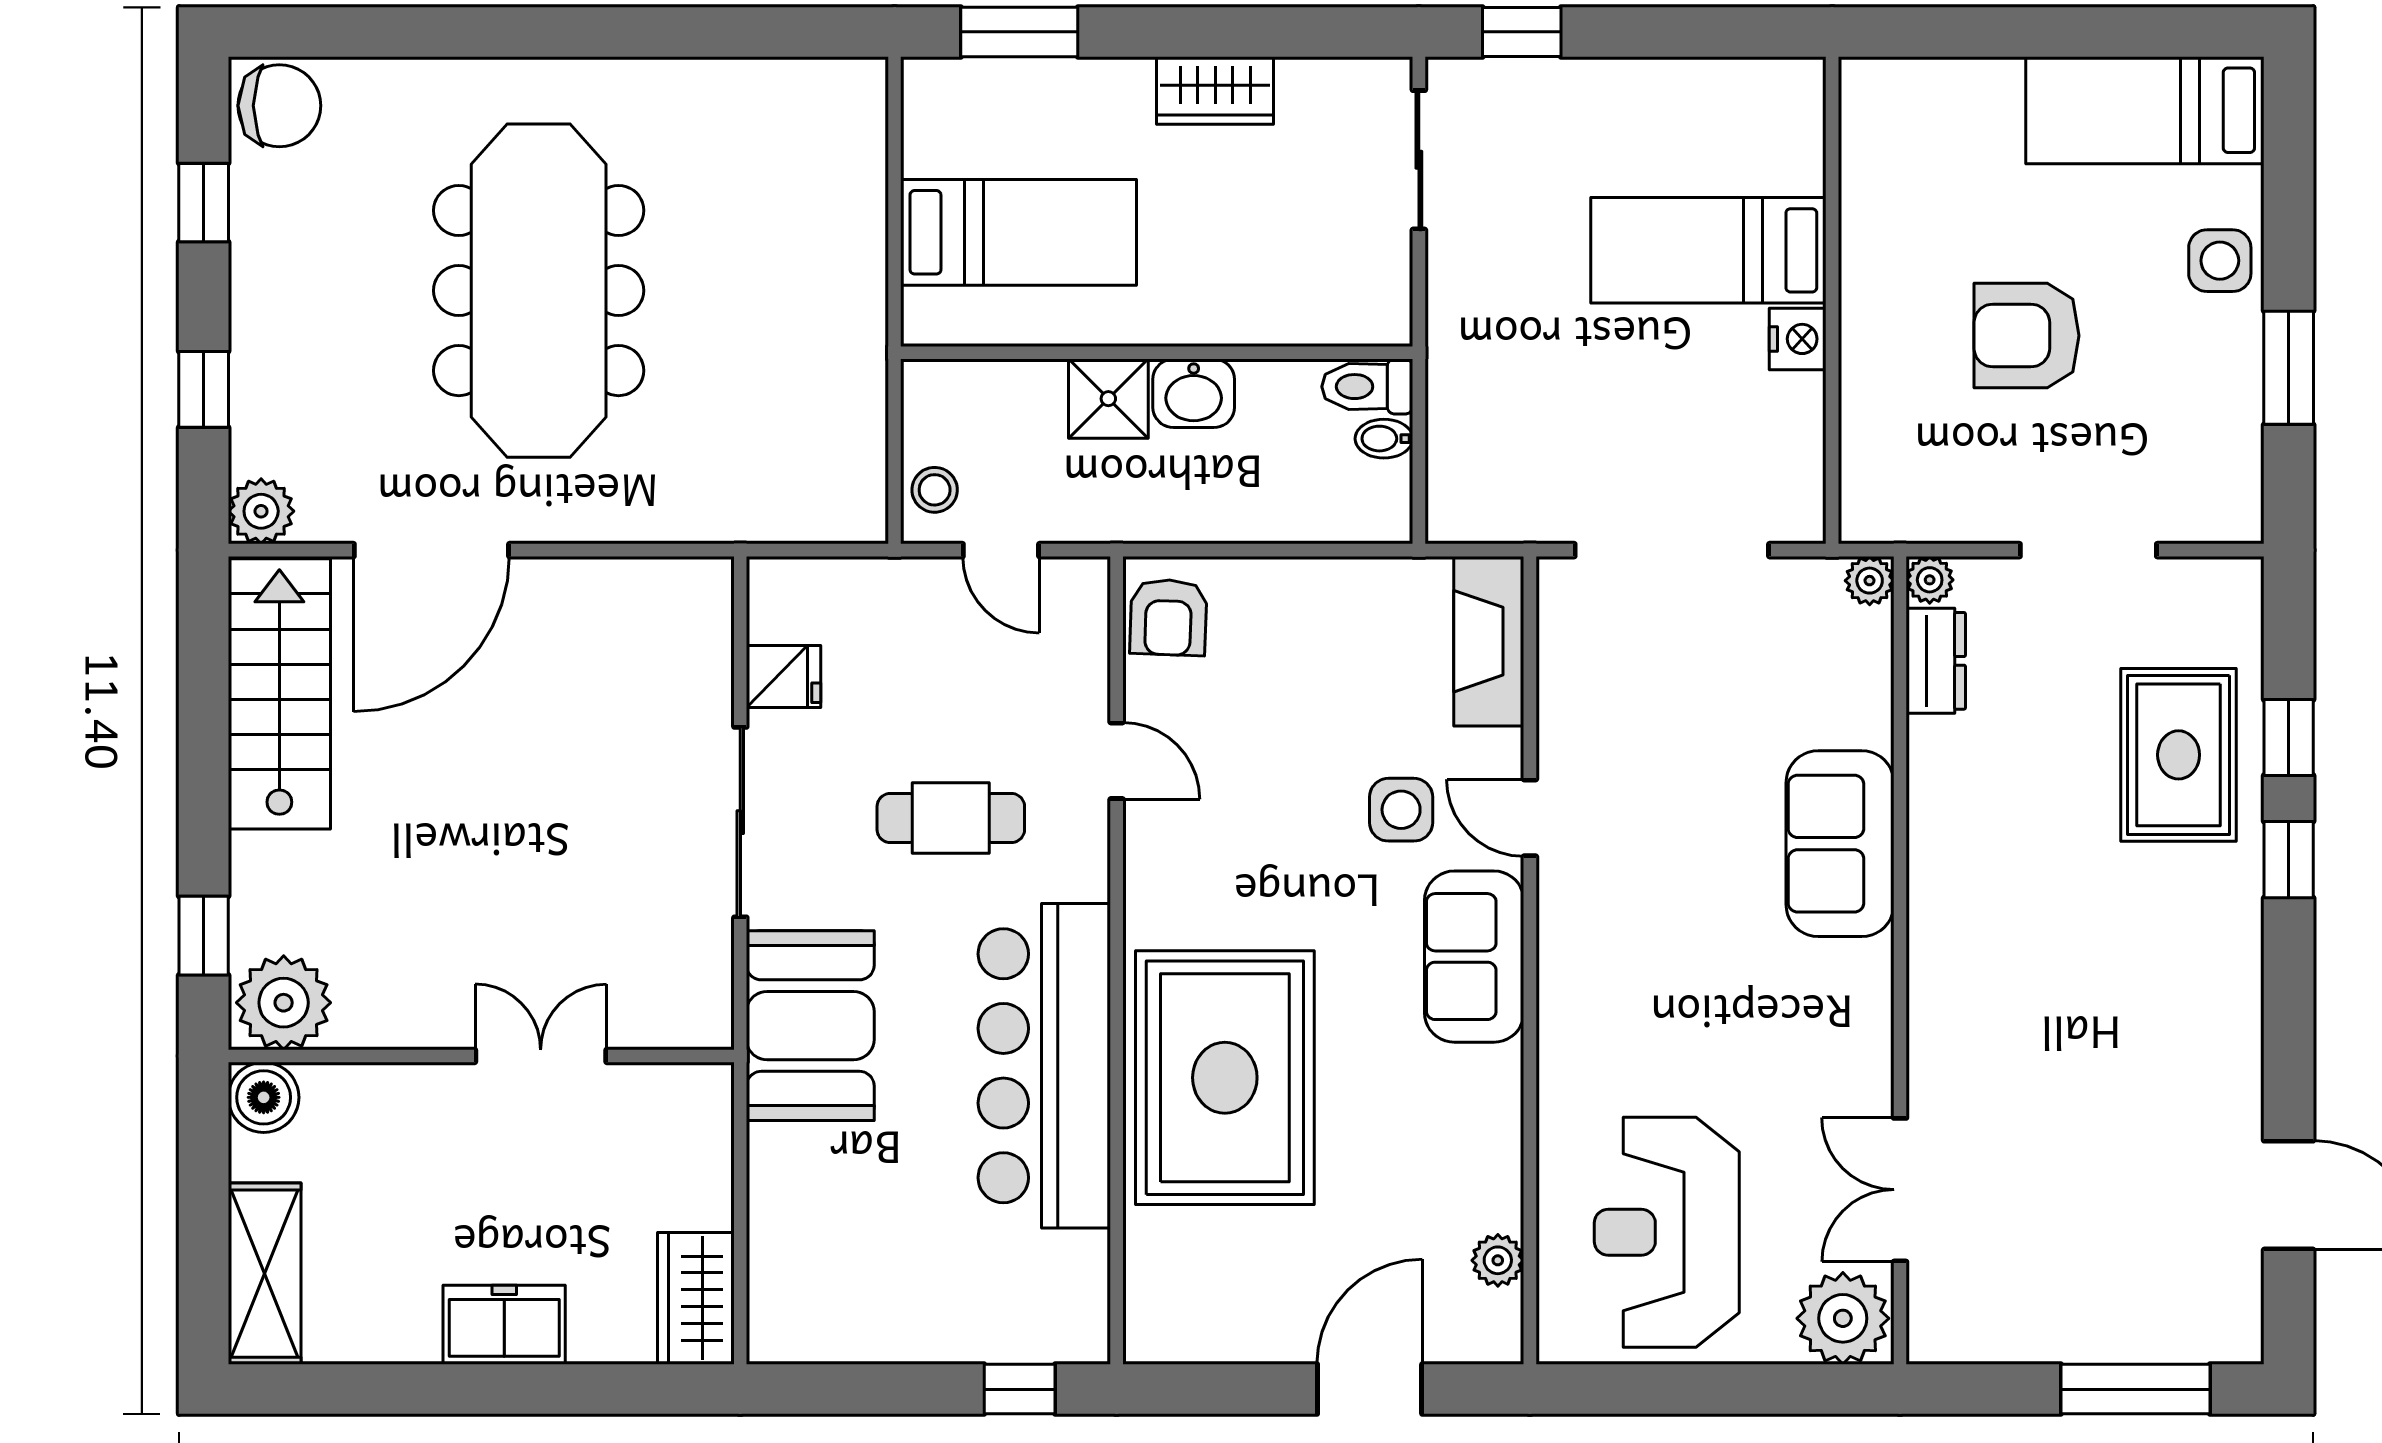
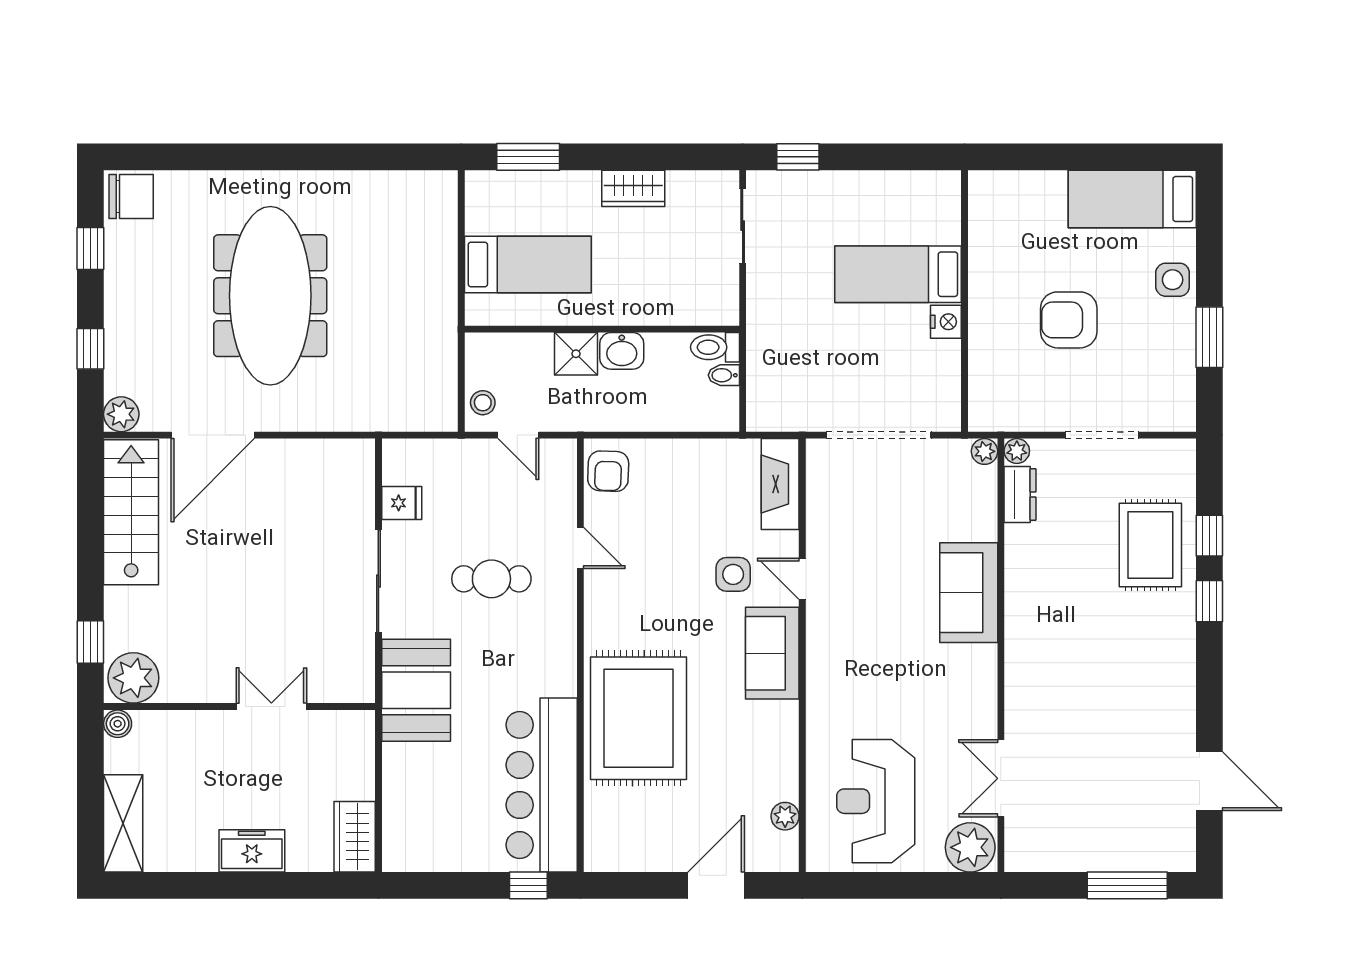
bar counter: (1044, 1066) -> (542, 785), moved
boiler: (264, 1097) -> (118, 724), width x0.73, depth x0.73

